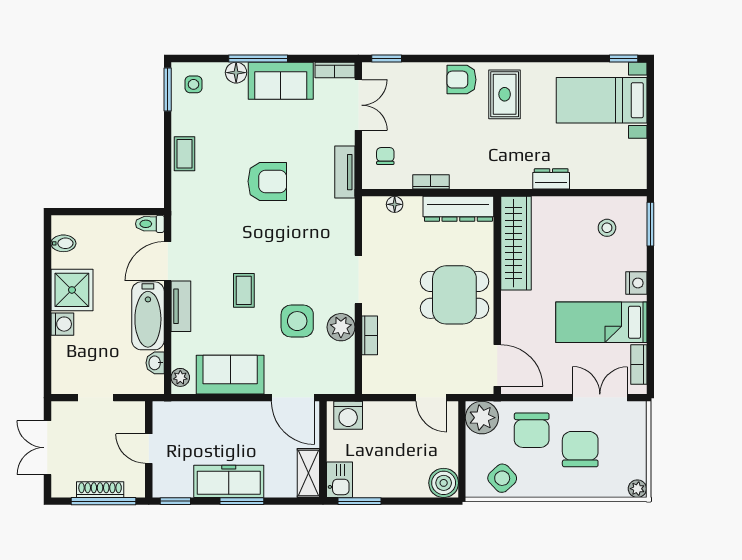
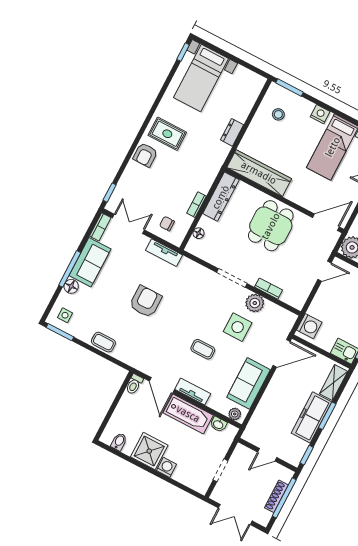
shelving: (308, 473) -> (334, 383), moved, turned 90

